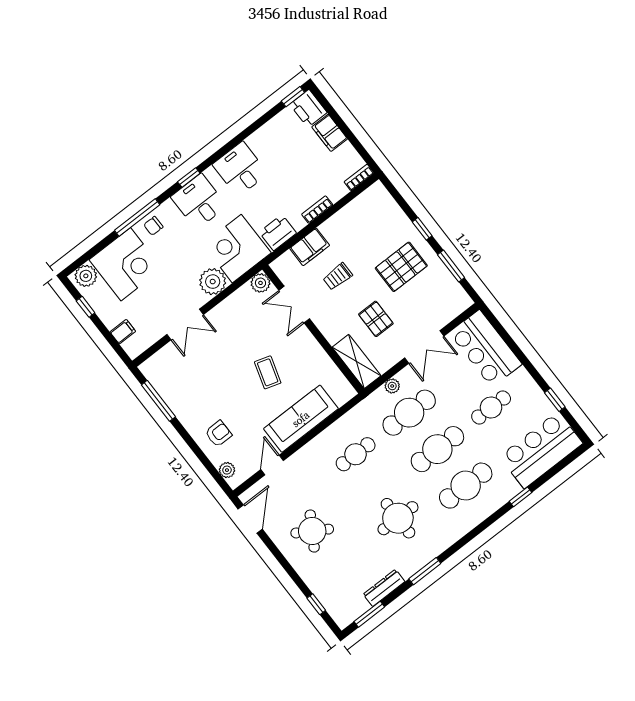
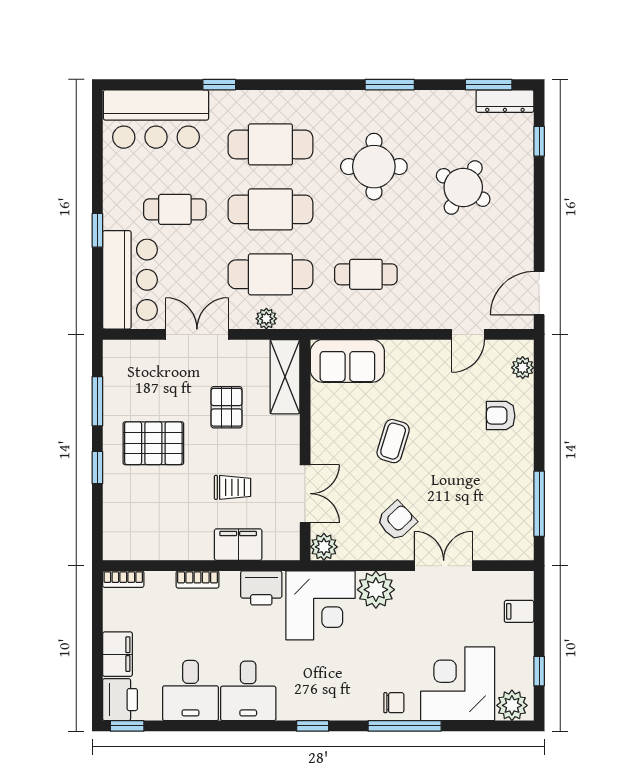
desk: (199, 201) -> (191, 691), moved
armchair: (231, 329) -> (397, 521), added
window: (555, 400) -> (97, 230), moved
sofa: (301, 419) -> (347, 361), moved, width x0.73
round table: (312, 531) -> (463, 187), moved
dresser: (384, 588) -> (505, 101), moved

